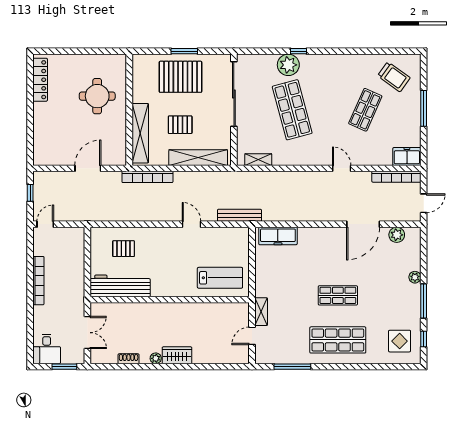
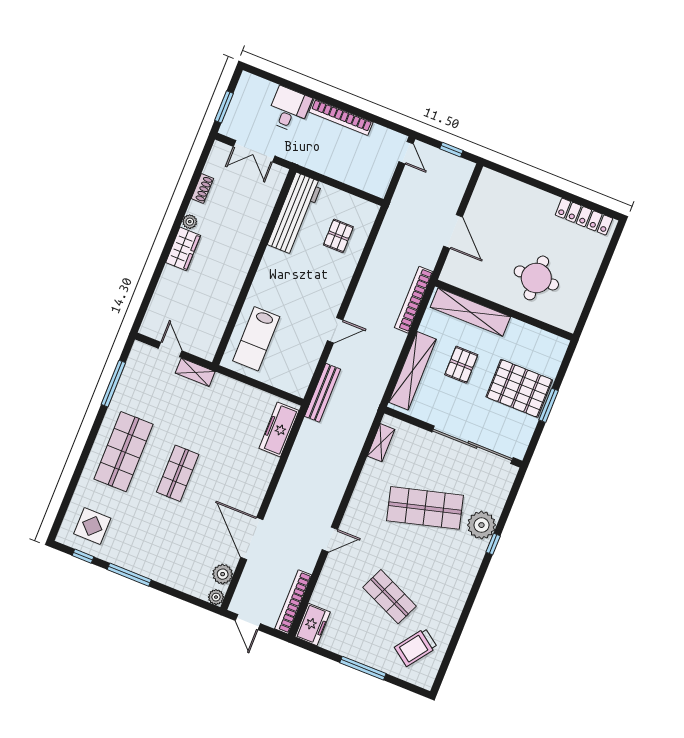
pallet: (180, 77) -> (519, 388), turned 90
plant: (415, 277) -> (216, 597), moved
desk: (47, 349) -> (289, 109), moved, turned 90

